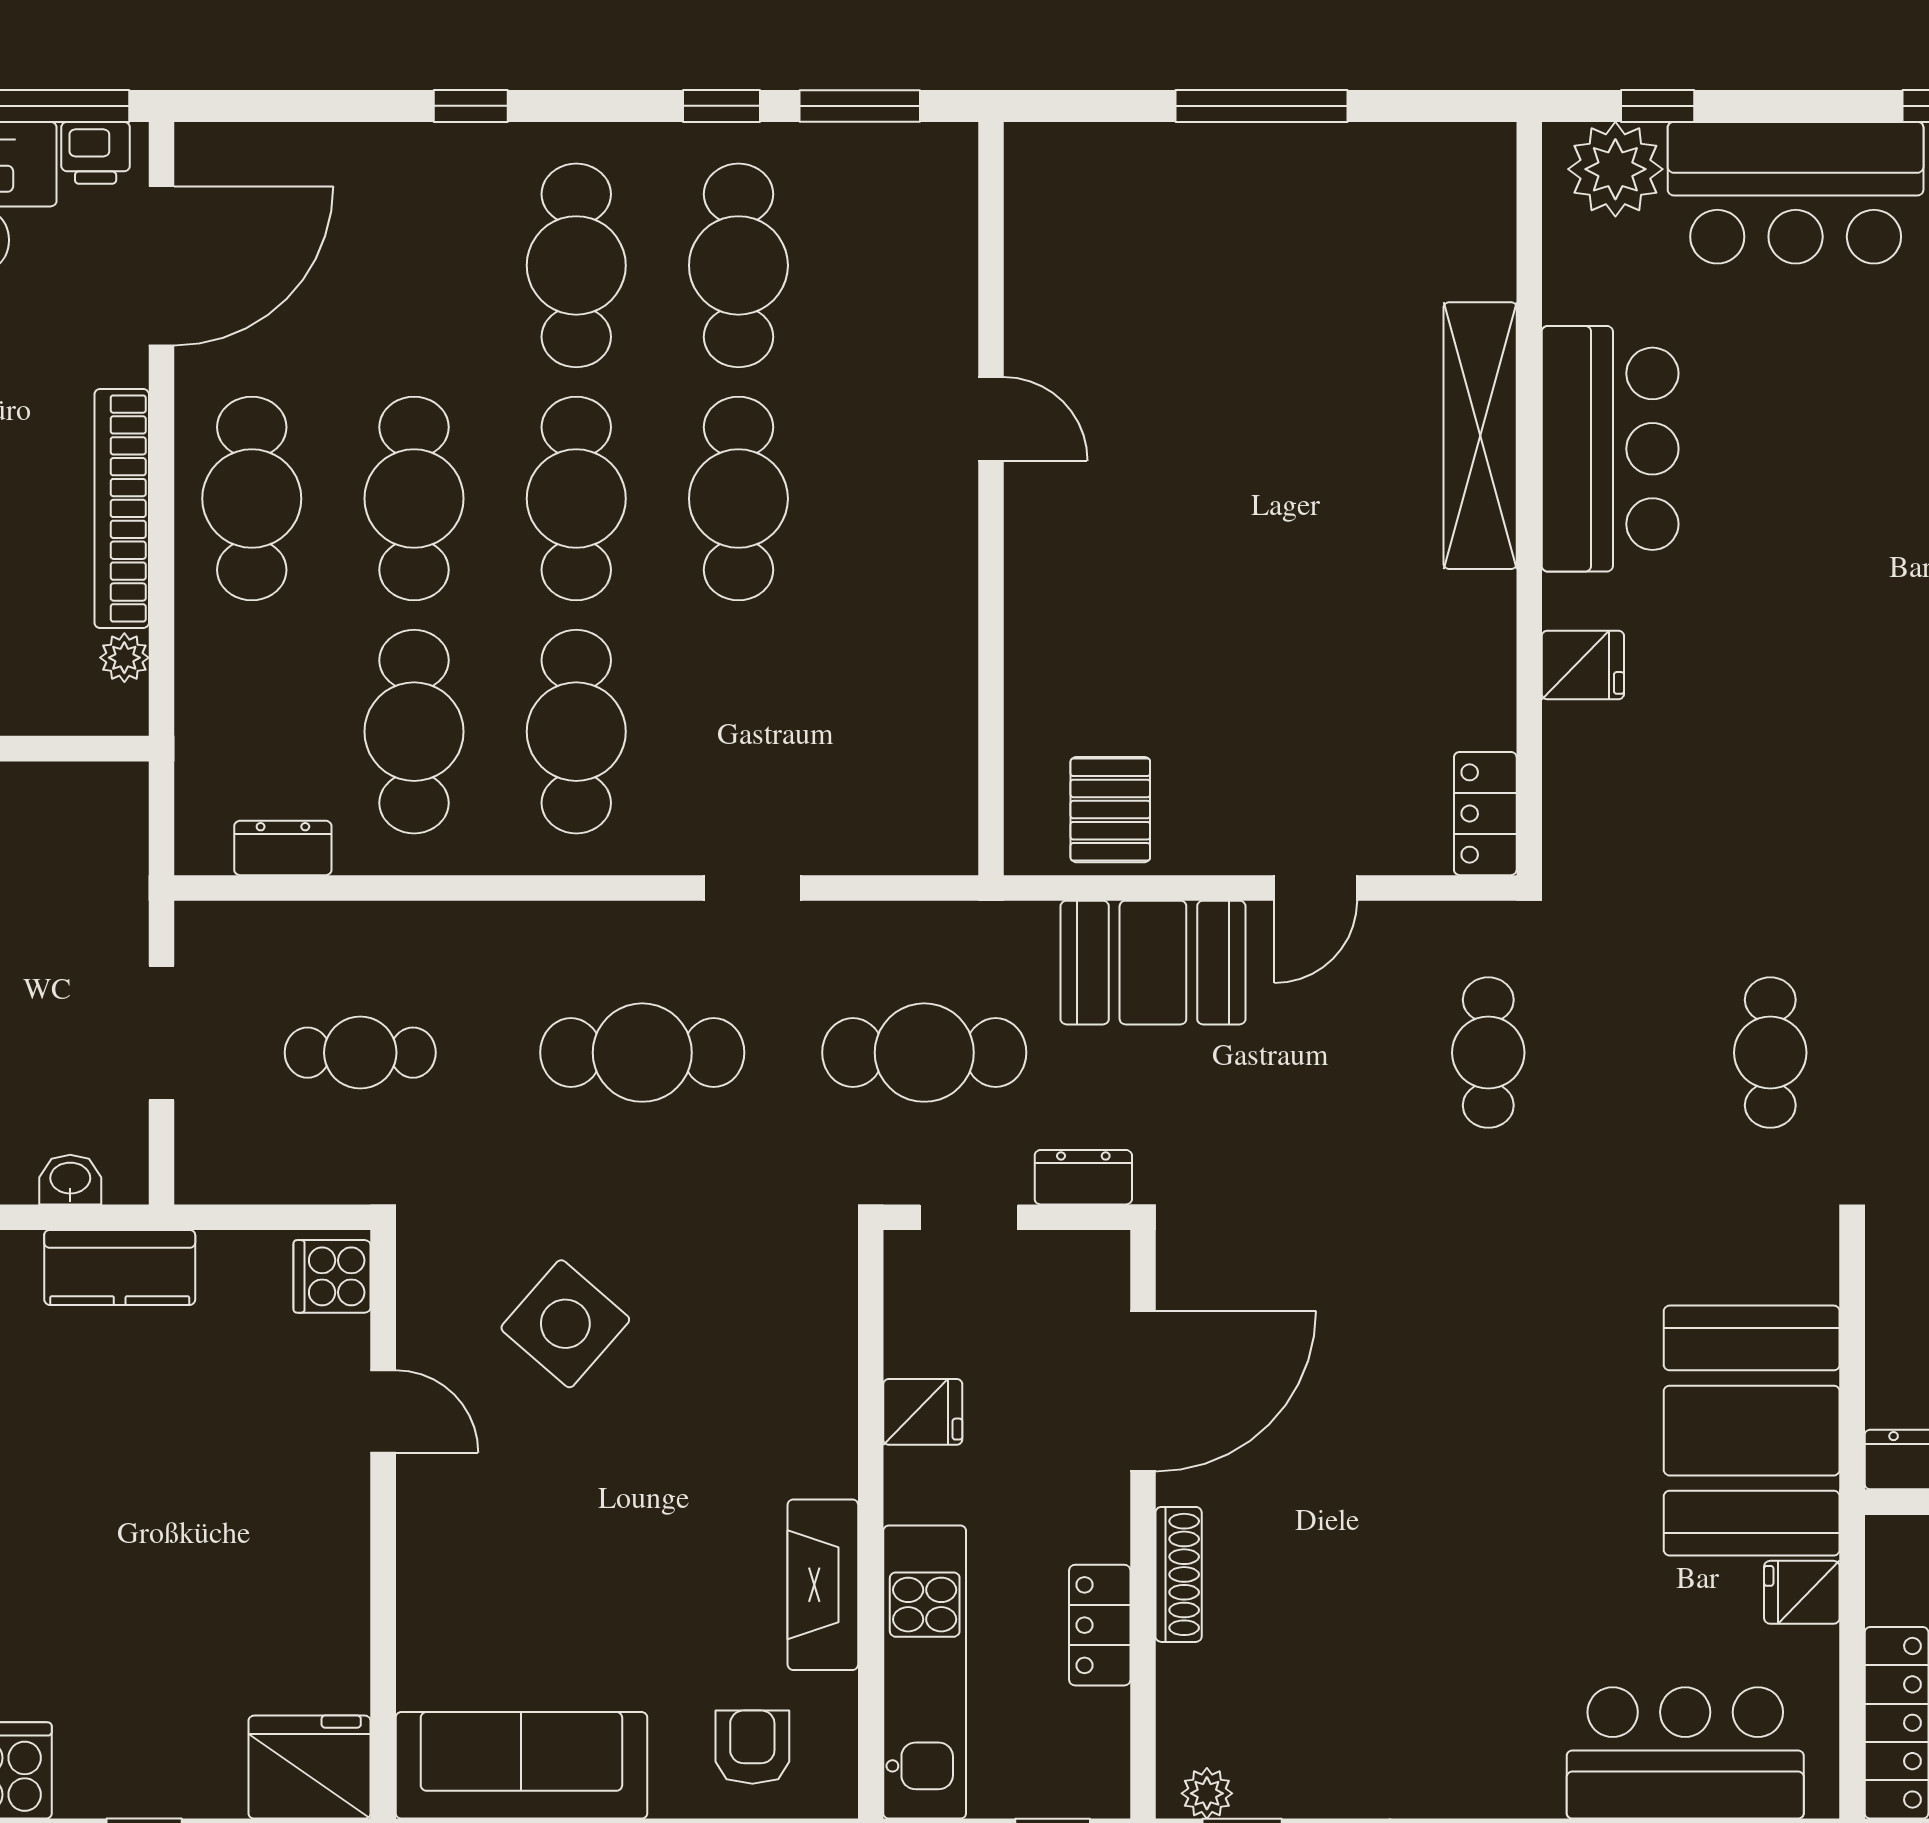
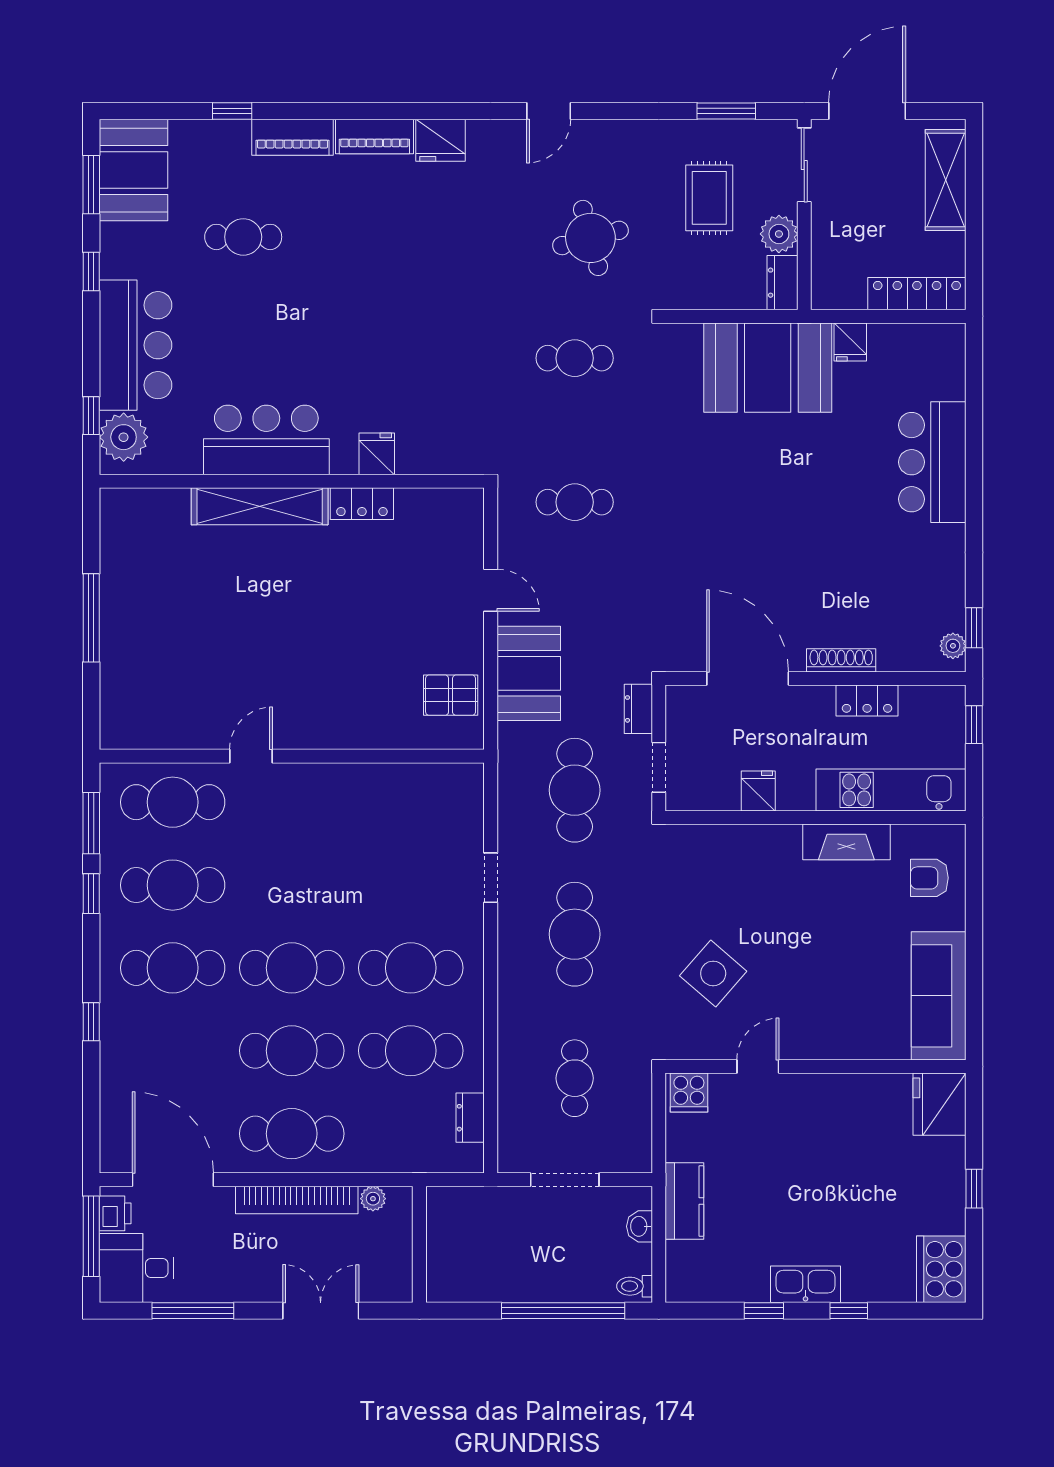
cafe table: (738, 499) -> (173, 802), moved
locker: (1485, 814) -> (362, 504), moved
bar counter: (1685, 1753) -> (932, 462), moved

